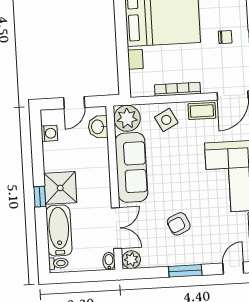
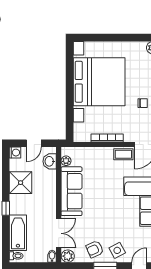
plant: (127, 118) -> (66, 161), width x0.53, depth x0.53
side table: (166, 120) -> (117, 250), moved
washing machine: (49, 133) -> (15, 153), moved
shower: (60, 188) -> (21, 183), moved
armchair: (179, 224) -> (95, 249), moved

